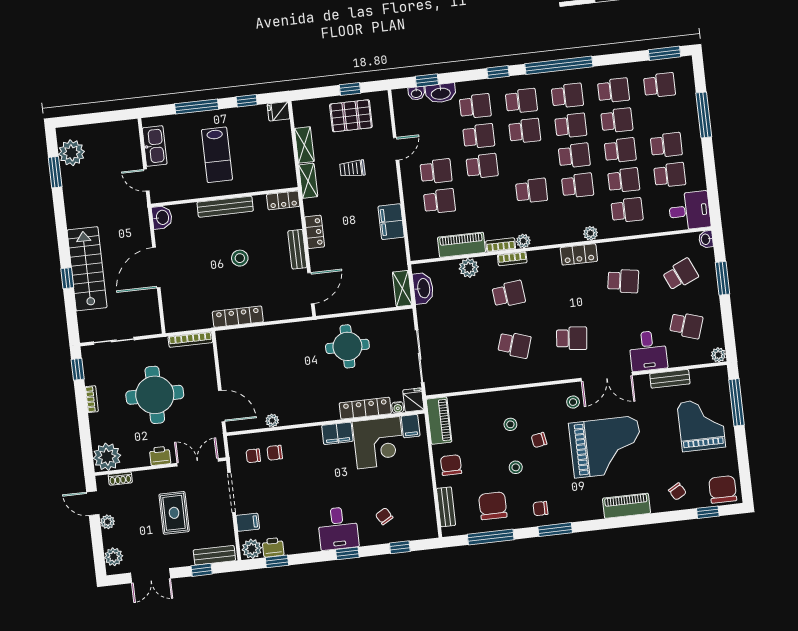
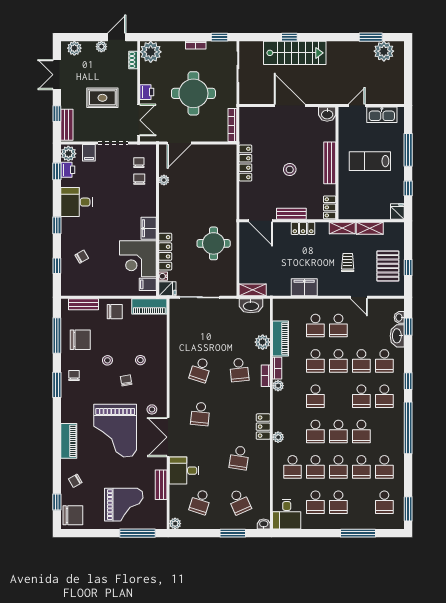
school desk: (567, 96) -> (315, 361), moved
desk: (338, 528) -> (77, 202), moved

